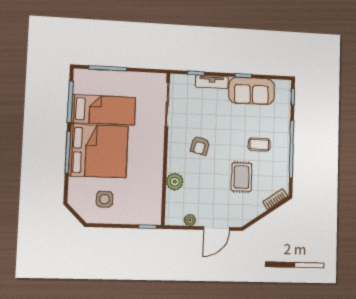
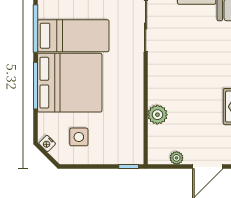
armchair: (200, 146) -> (185, 72), removed
nightstand: (76, 204) -> (47, 143), added

